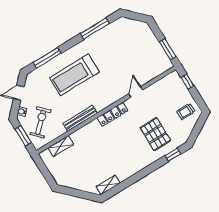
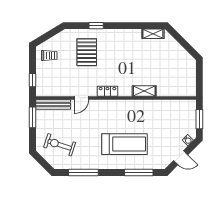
locker: (112, 114) -> (107, 91), width x0.66
bench: (80, 118) -> (53, 104), moved
exercise bike: (40, 122) -> (60, 145), moved, turned 62
shelving: (61, 146) -> (144, 91), moved
window: (173, 155) -> (96, 26), moved

